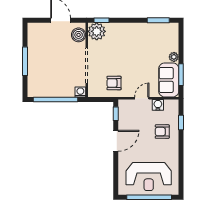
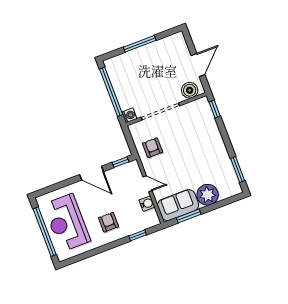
plant: (97, 31) -> (201, 108), removed
plant: (174, 57) -> (208, 195), width x1.88, depth x1.88
armchair: (162, 132) -> (108, 222), moved

